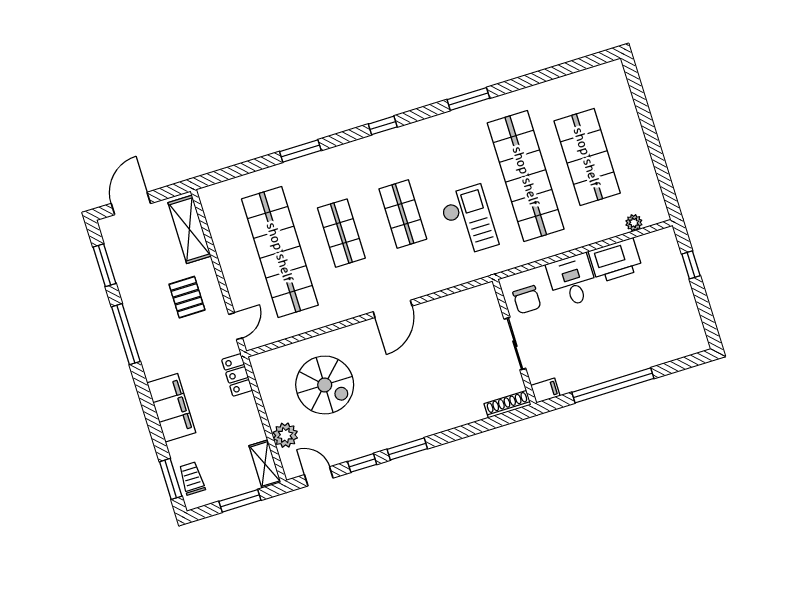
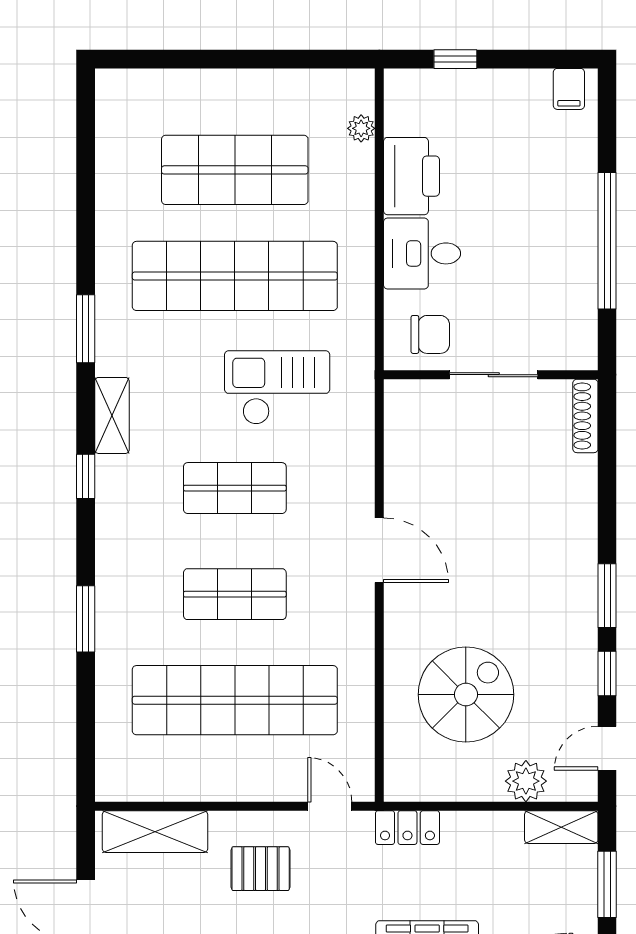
shelving: (423, 130) -> (112, 415), added
filing cabinet: (545, 391) -> (569, 89), moved, turned 180

